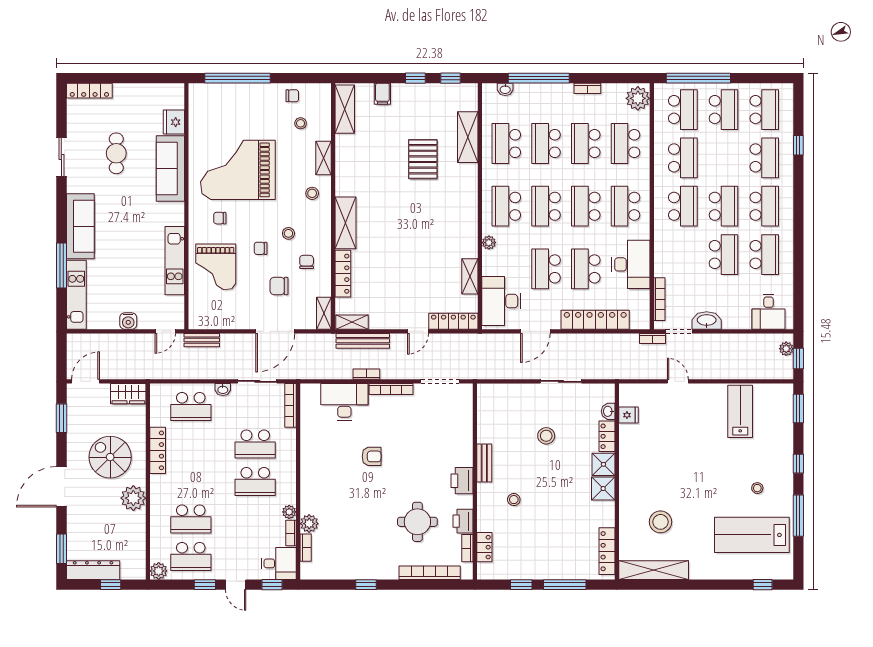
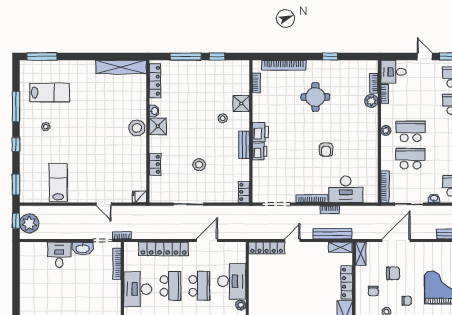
school desk: (724, 255) -> (70, 296), removed
school desk: (764, 255) -> (41, 296), removed
shelving: (470, 276) -> (255, 281), removed
desk: (501, 301) -> (232, 281), moved
desk: (769, 312) -> (59, 255), moved
plant: (786, 349) -> (29, 223), width x1.87, depth x1.87
washbasin: (608, 411) -> (154, 111), moved
lab bench: (740, 411) -> (58, 182), turned 180
fridge: (628, 415) -> (139, 197), moved
armchair: (372, 456) -> (326, 150), turned -90
shower: (603, 464) -> (241, 104), moved
plant: (289, 512) -> (386, 130), moved
printer: (463, 521) -> (260, 151), moved
round table: (417, 522) -> (315, 97), moved
stool: (660, 522) -> (137, 128), moved
lab bench: (752, 535) -> (50, 93), width x0.73, depth x0.72
locker: (484, 547) -> (244, 192), moved
window: (272, 585) -> (398, 57), removed
window: (763, 585) -> (42, 57), width x2.17

